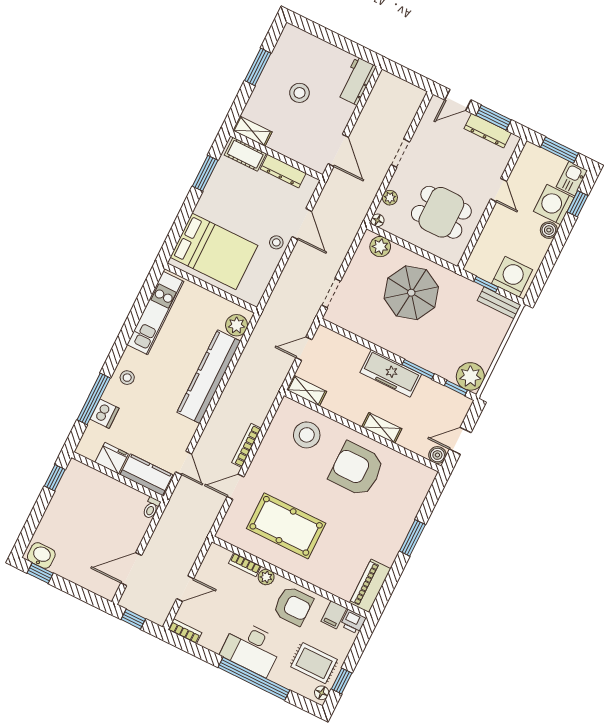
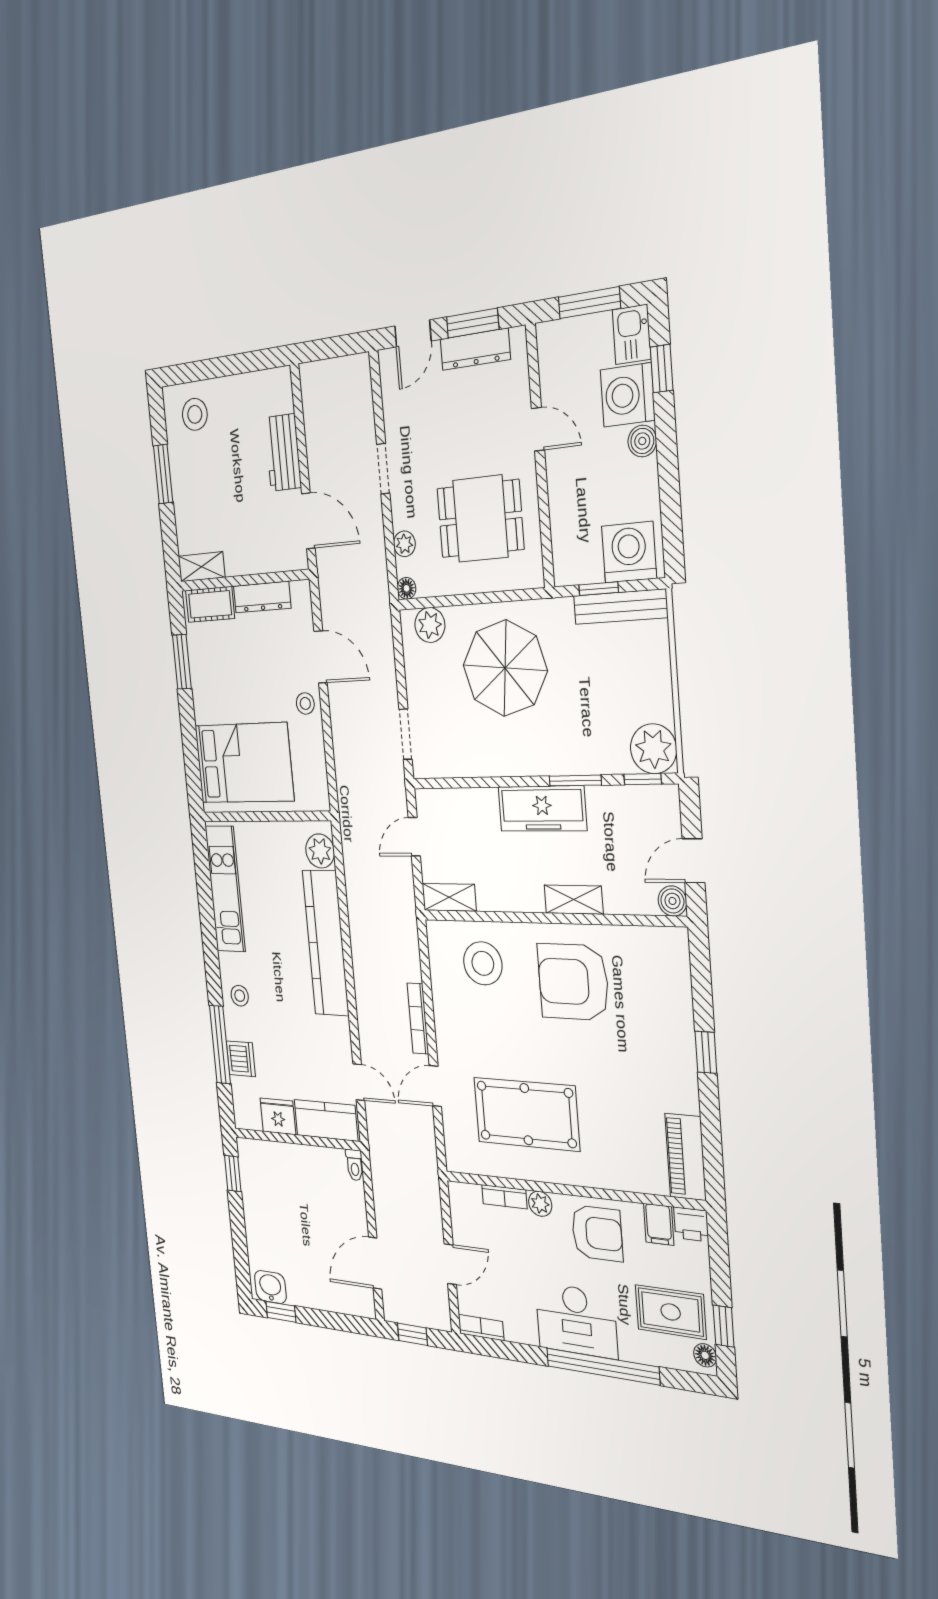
workbench: (357, 81) -> (283, 453), moved
stool: (299, 93) -> (195, 414), moved
bench: (499, 303) -> (620, 607), width x1.36
window: (412, 538) -> (706, 1052), width x0.67

